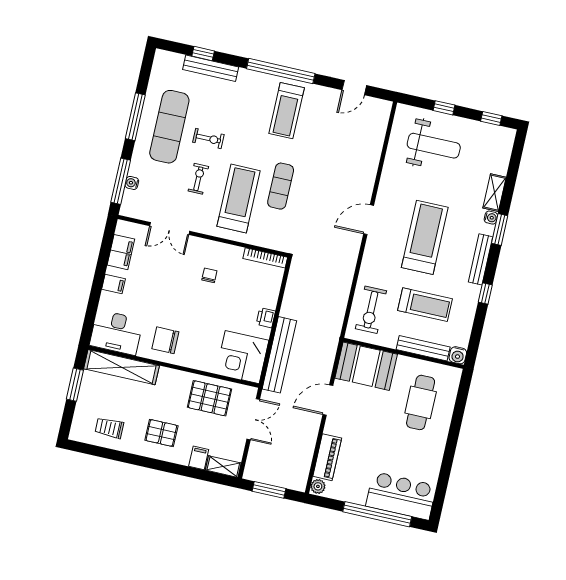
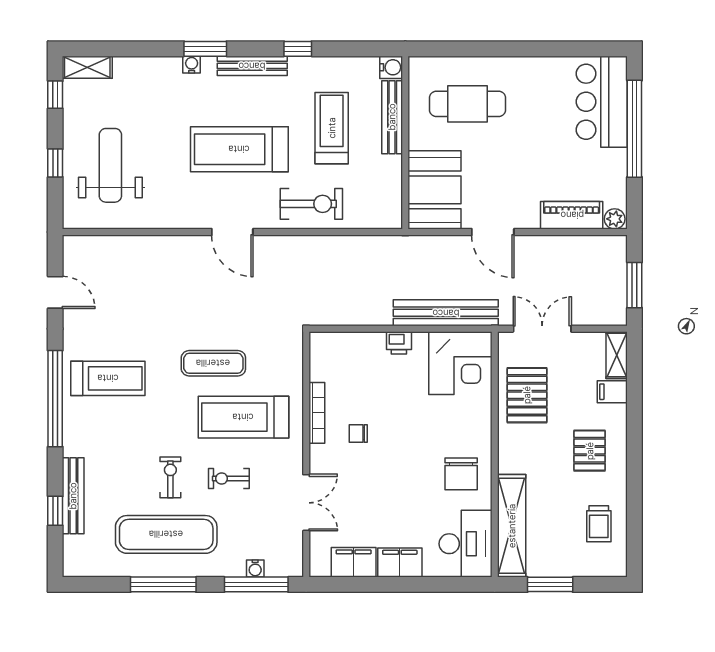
shelving: (495, 193) -> (87, 67), moved
bookcase: (265, 258) -> (317, 413), moved
filing cabinet: (114, 284) -> (400, 563), width x2.00
exercise bike: (371, 310) -> (311, 204), moved

